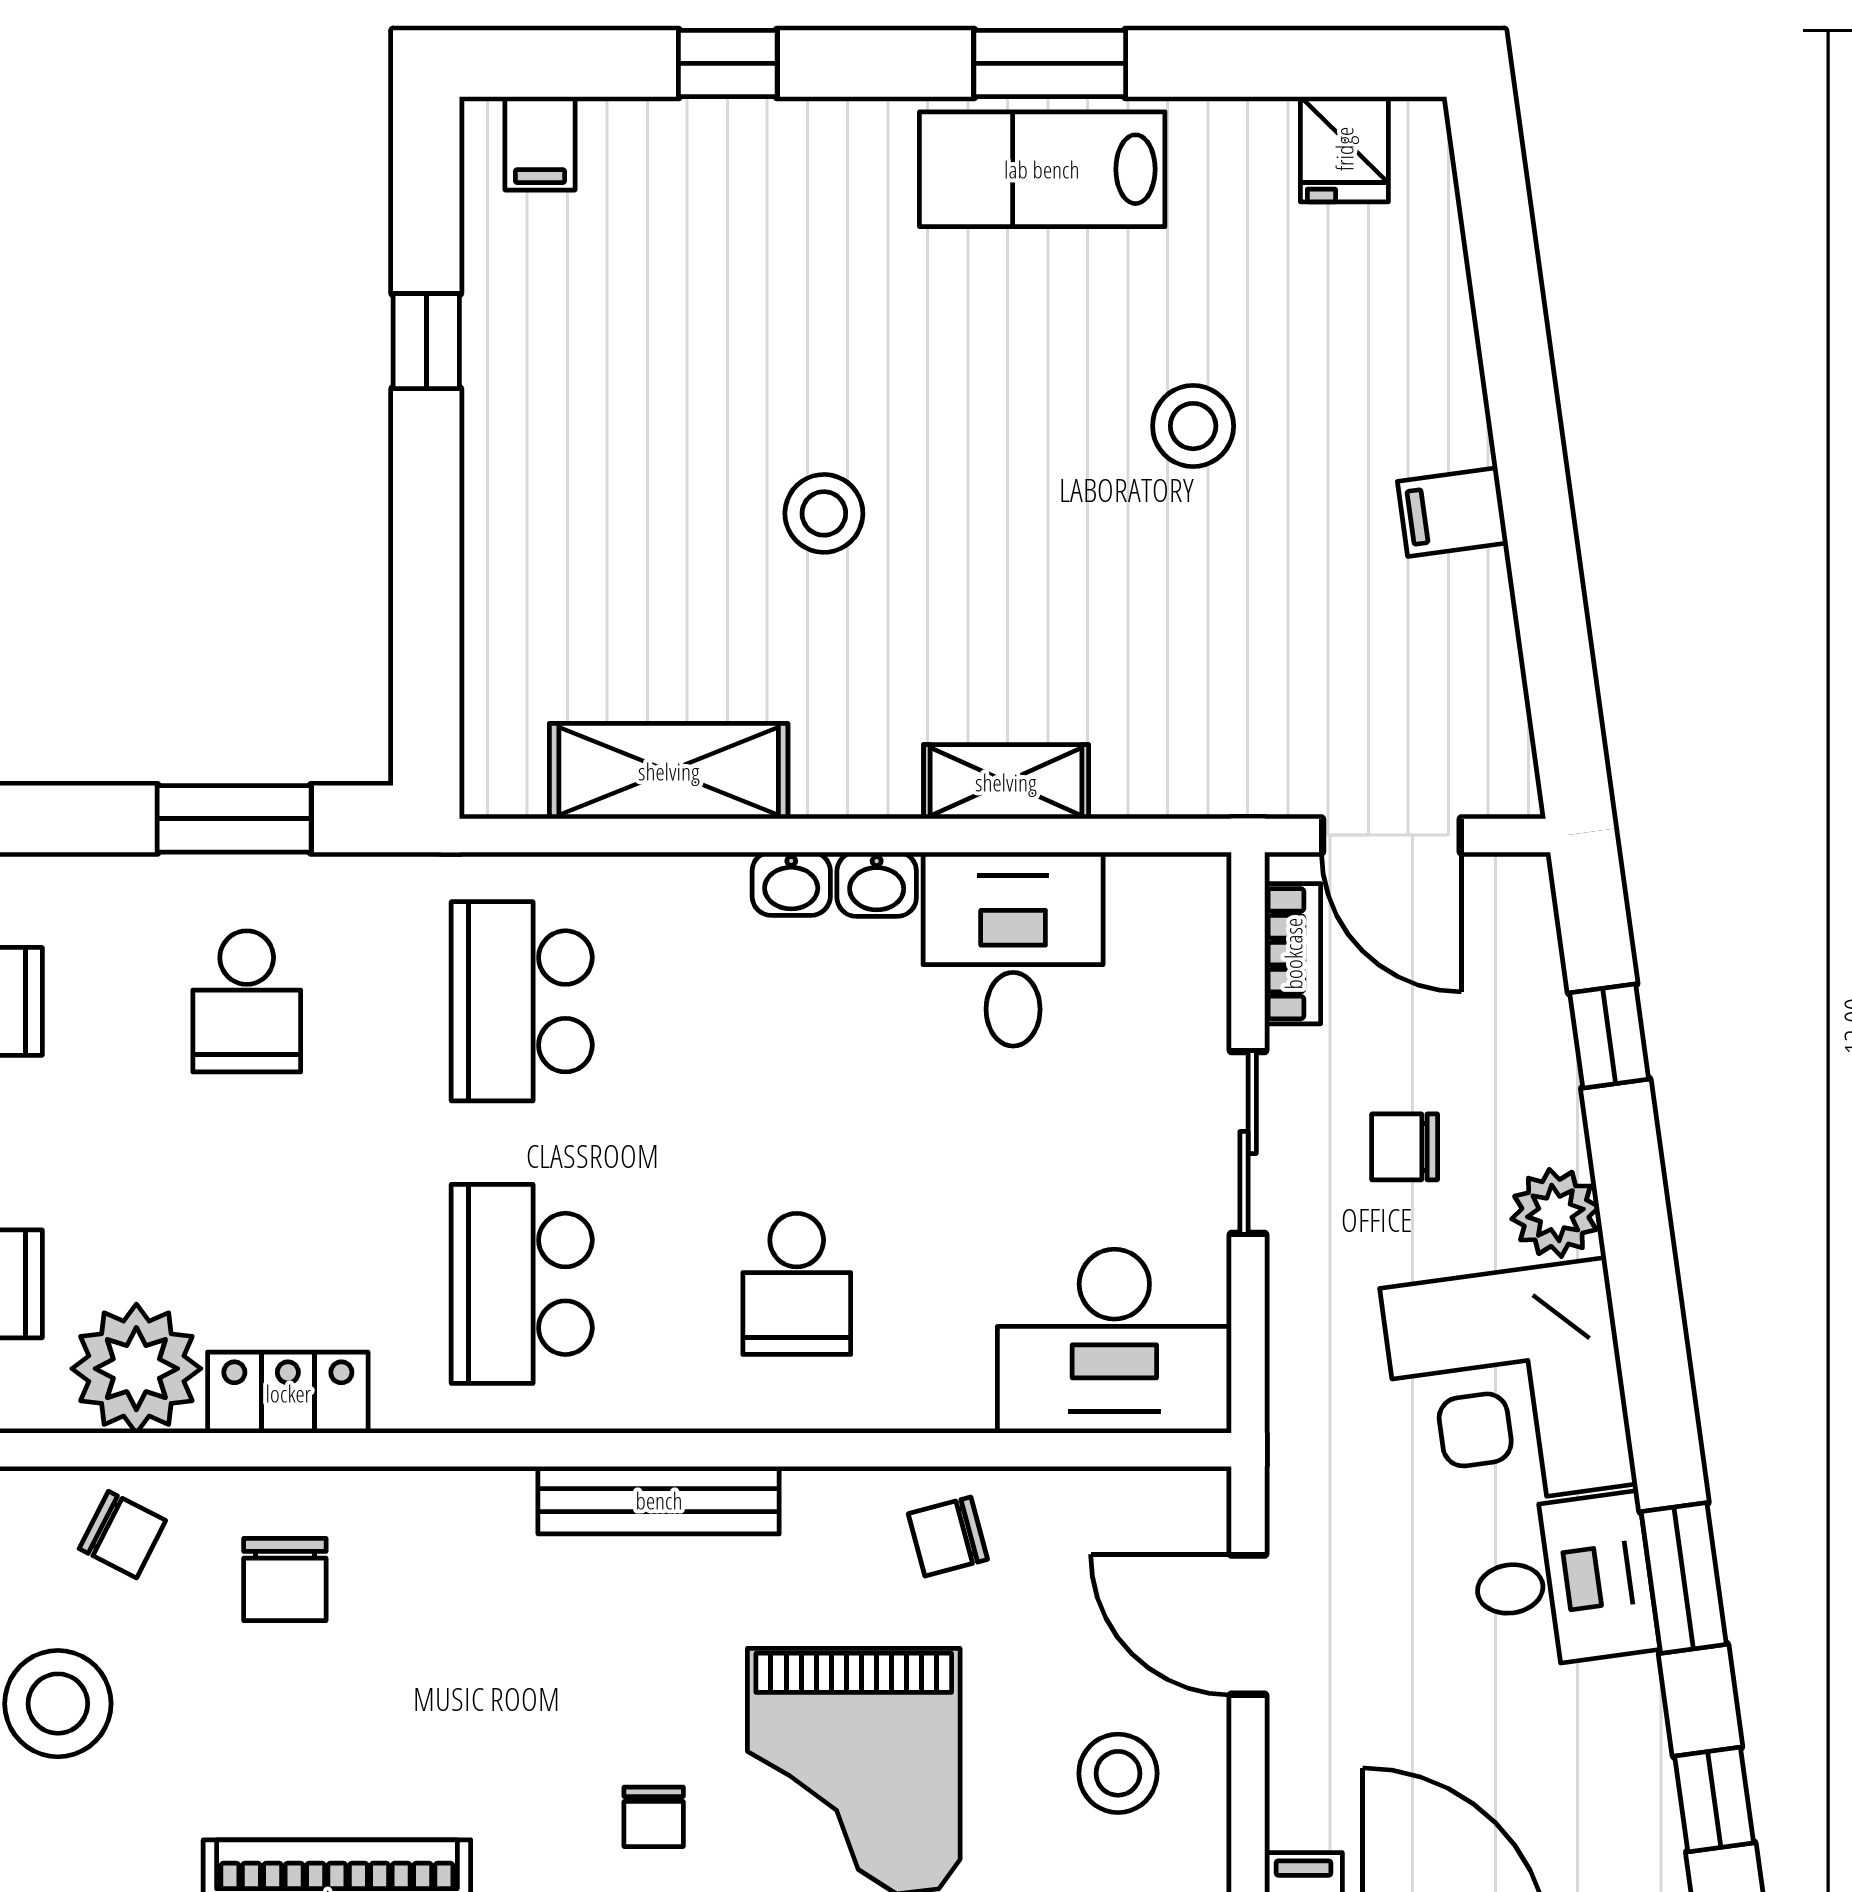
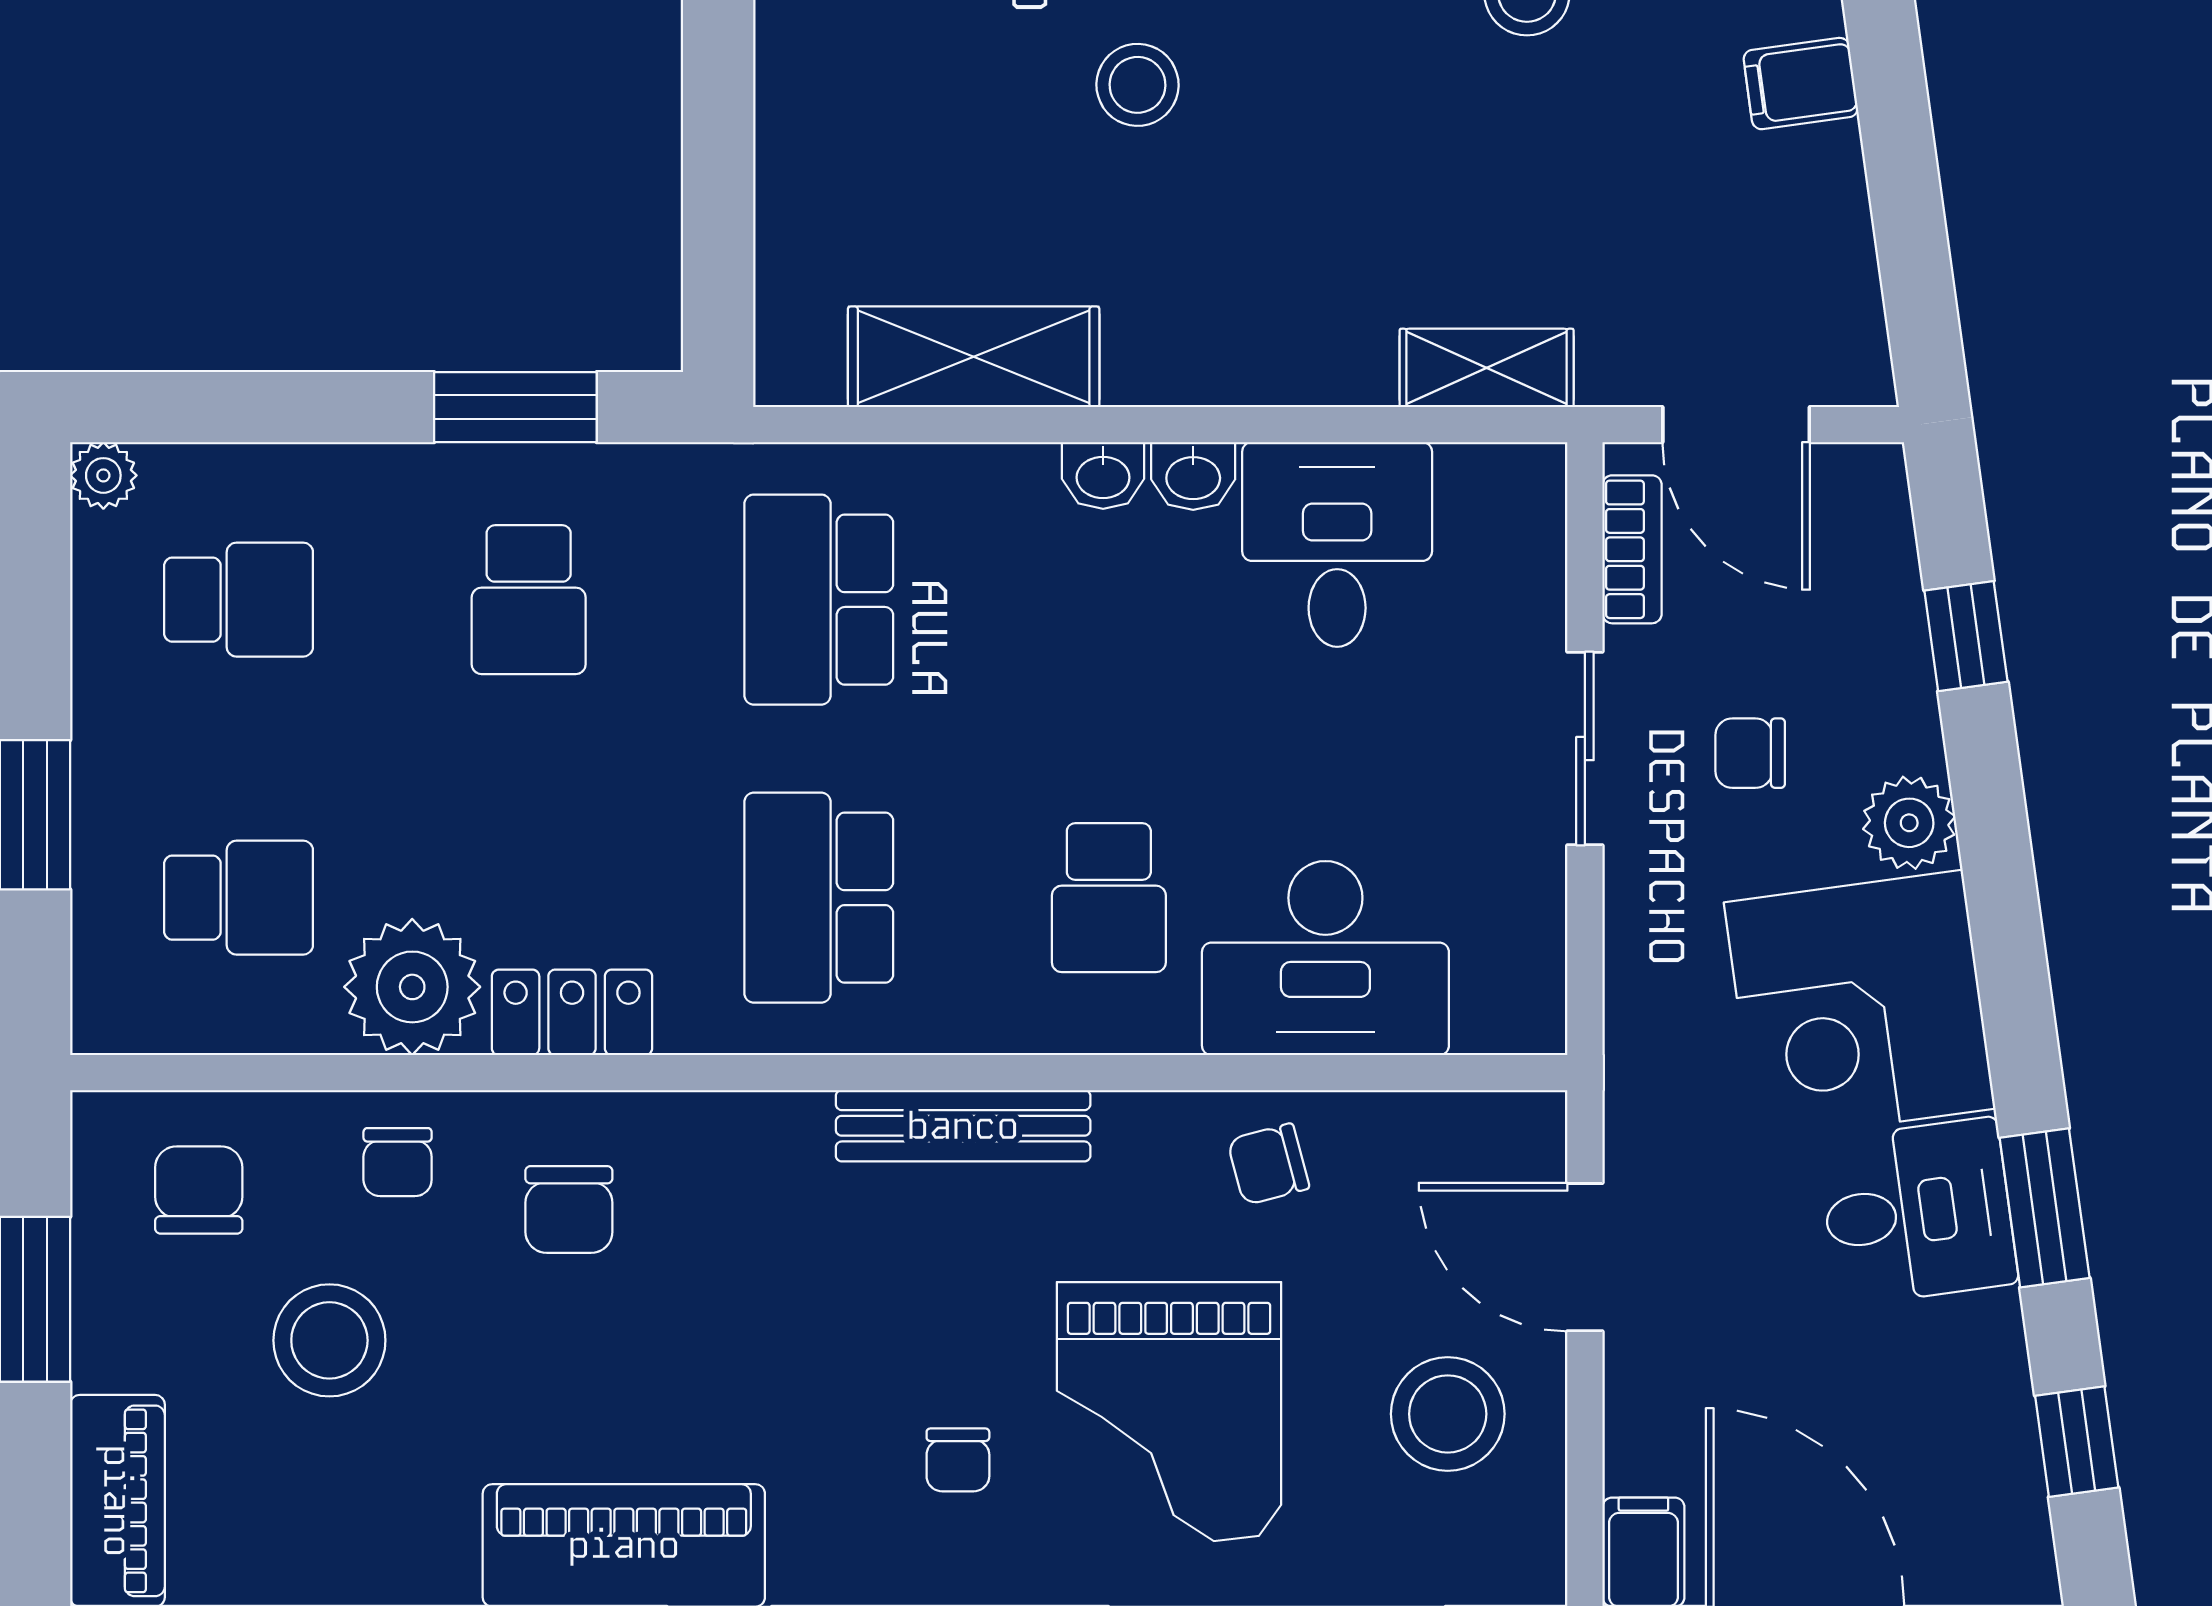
shelving: (1006, 782) -> (1487, 368), moved
desk: (1114, 1341) -> (1325, 958), moved
chair: (122, 1535) -> (398, 1162), turned 63
stool: (1118, 1773) -> (1448, 1414), width x1.38, depth x1.38

